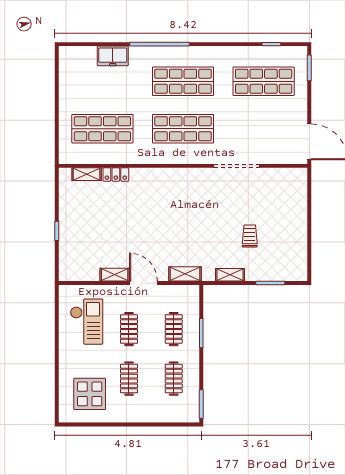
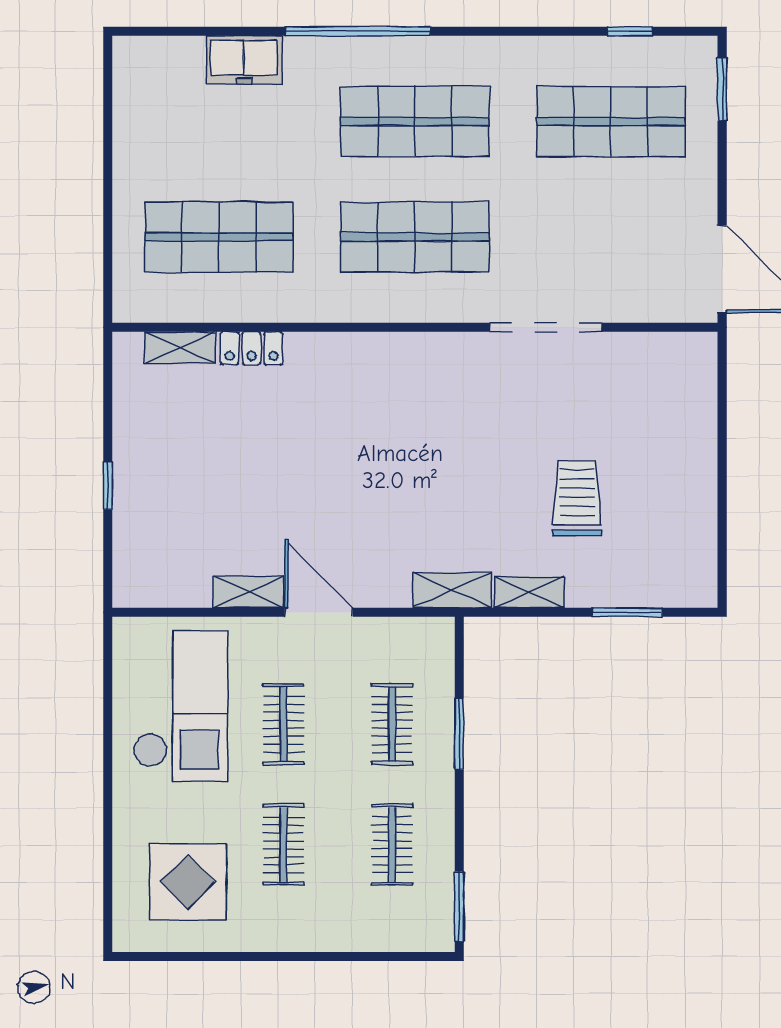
trolley: (250, 236) -> (577, 498), width x1.36, depth x1.39
shelving: (185, 274) -> (452, 590), moved
checkout: (87, 322) -> (180, 706), width x1.36, depth x1.21

